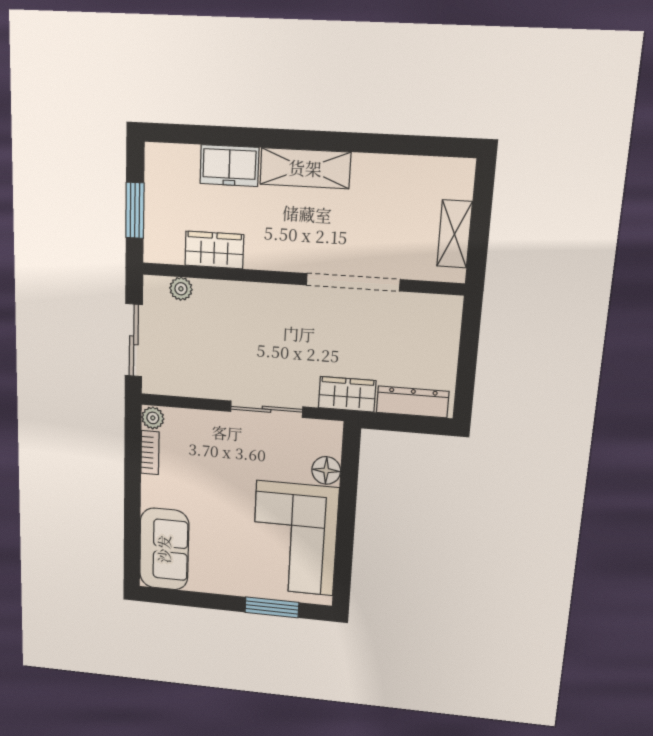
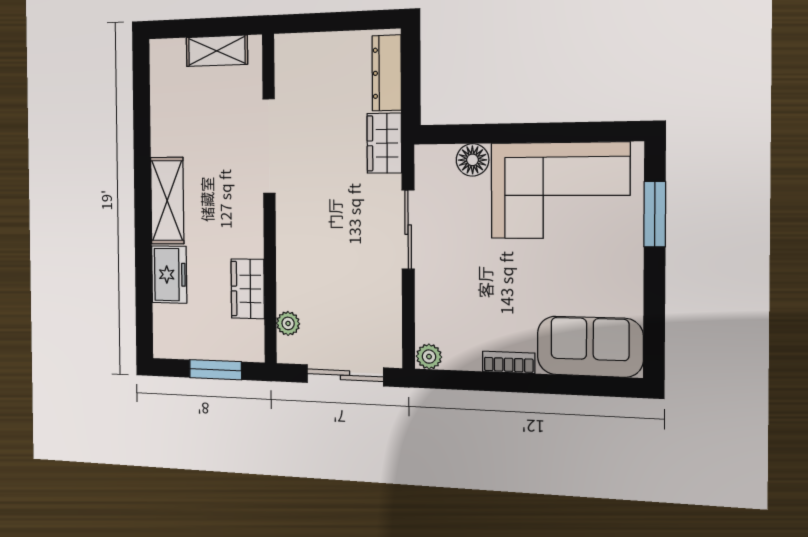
bookcase: (150, 453) -> (509, 362), moved

